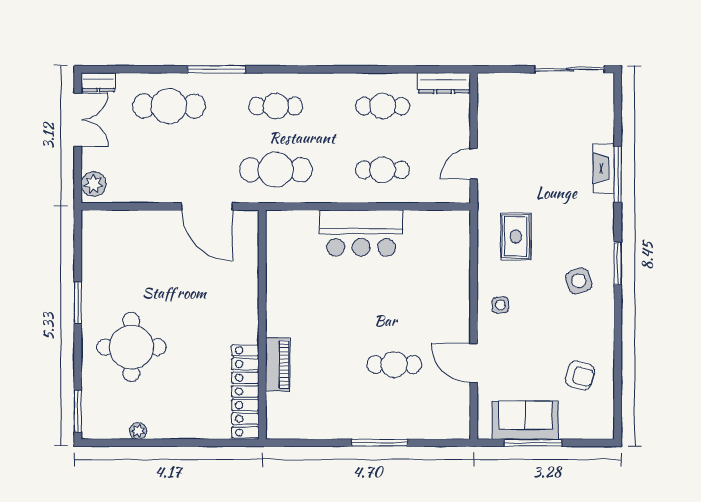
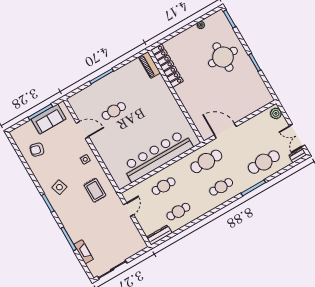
fireplace: (604, 169) -> (84, 252), moved
bar counter: (361, 233) -> (158, 156), width x1.86
piano: (278, 364) -> (149, 65), moved

